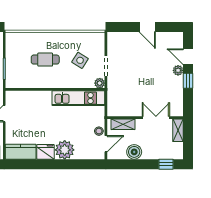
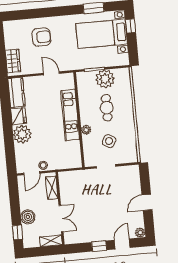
plant: (15, 59) -> (105, 79), added
plant: (178, 70) -> (140, 233), moved
plant: (100, 83) -> (86, 130), moved
kitchen unit: (78, 98) -> (70, 115), moved
door: (106, 144) -> (32, 173), hinge flipped
boiler: (134, 152) -> (28, 217), moved

